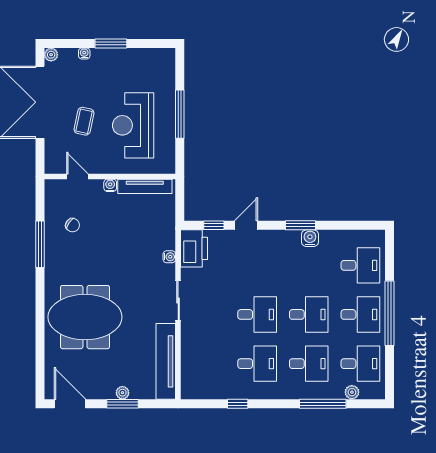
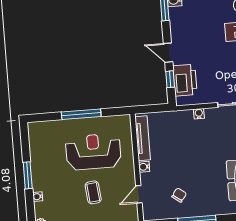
coffee table: (84, 121) -> (93, 192), turned 72
reception desk: (133, 125) -> (93, 152), turned 180
printer: (194, 248) -> (185, 80), moved, turned 90

